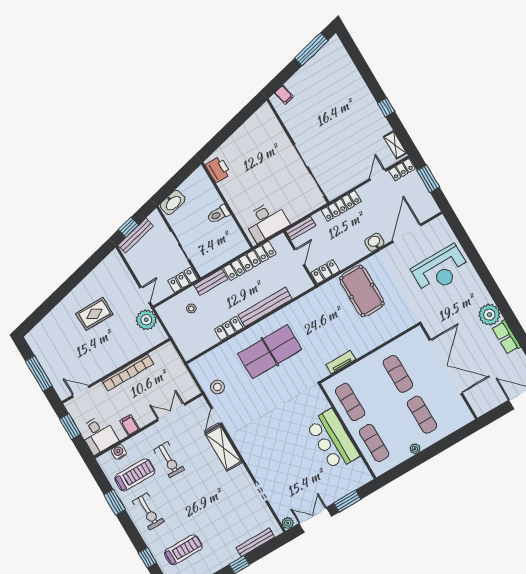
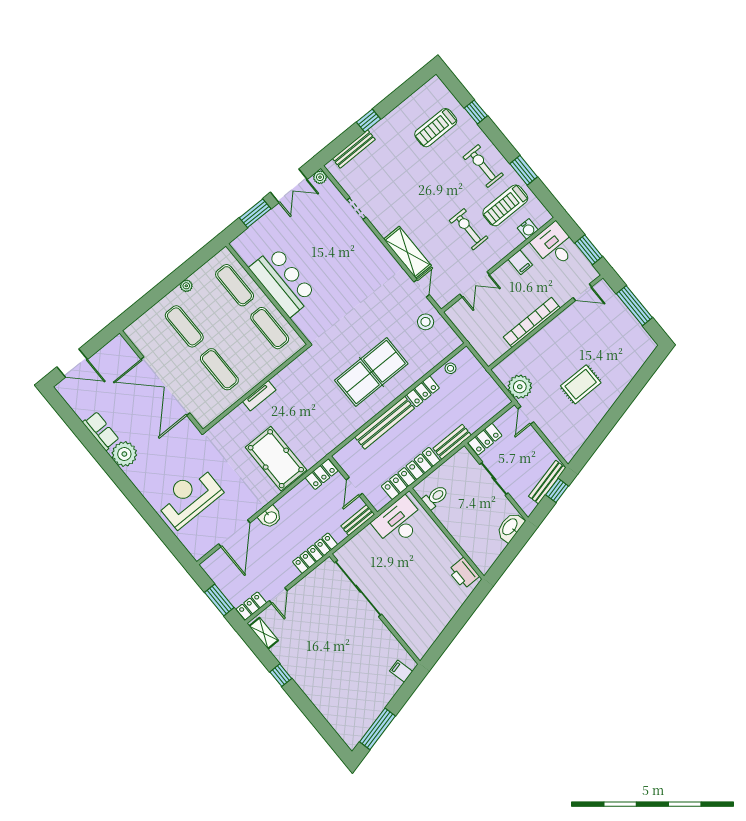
toilet: (218, 214) -> (435, 497), moved
stool: (191, 308) -> (450, 368), moved
tv unit: (341, 362) -> (259, 396), moved

